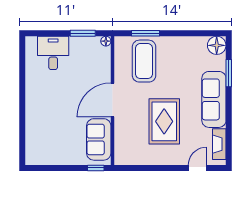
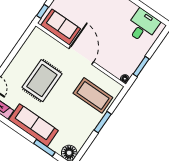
window: (145, 33) -> (103, 122), moved
desk: (53, 53) -> (143, 26), moved, turned -90
rug: (164, 121) -> (42, 81), turned 90

